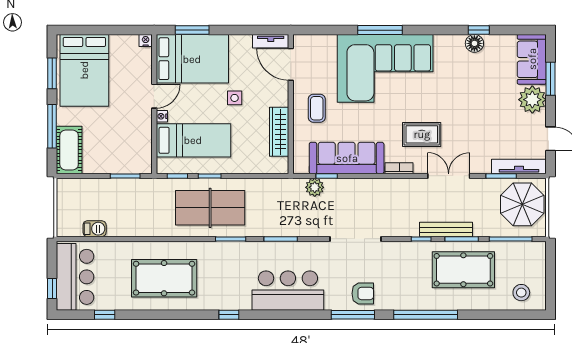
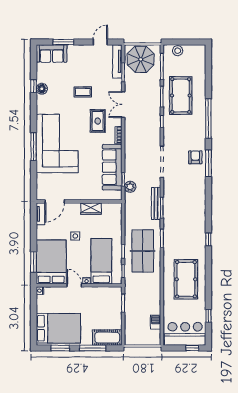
plant: (532, 100) -> (76, 53), removed
coffee table: (317, 108) -> (83, 92), moved
wardrobe: (279, 132) -> (91, 209), width x0.67
bench: (446, 230) -> (156, 203), moved
bar counter: (288, 291) -> (194, 203), removed
stool: (521, 293) -> (178, 51), moved

